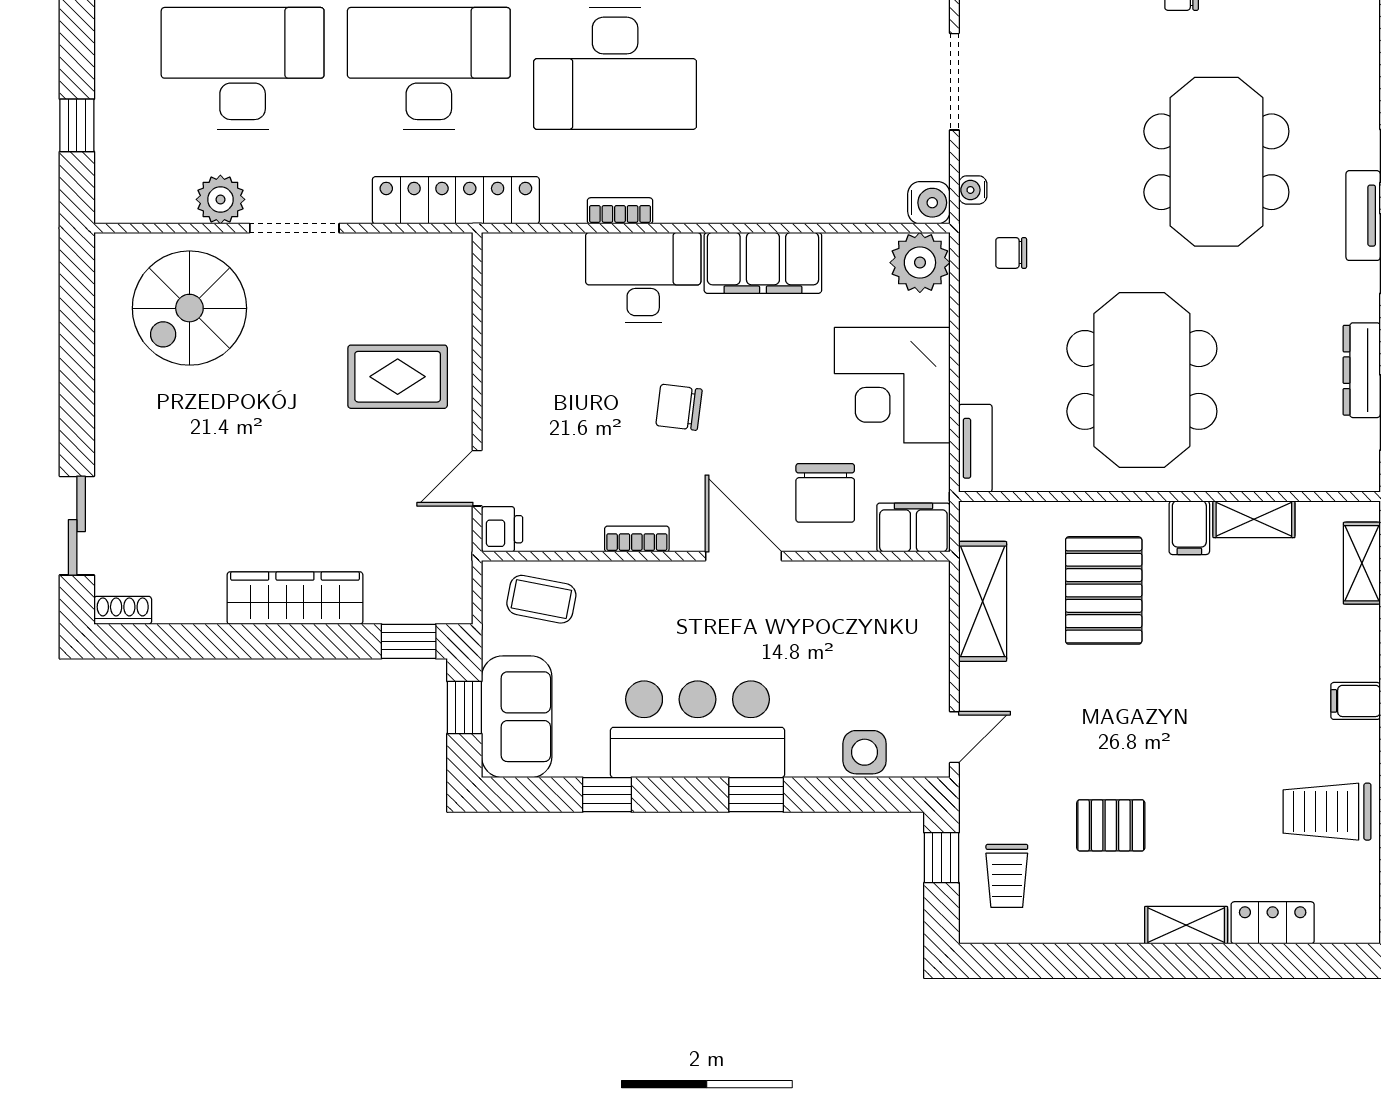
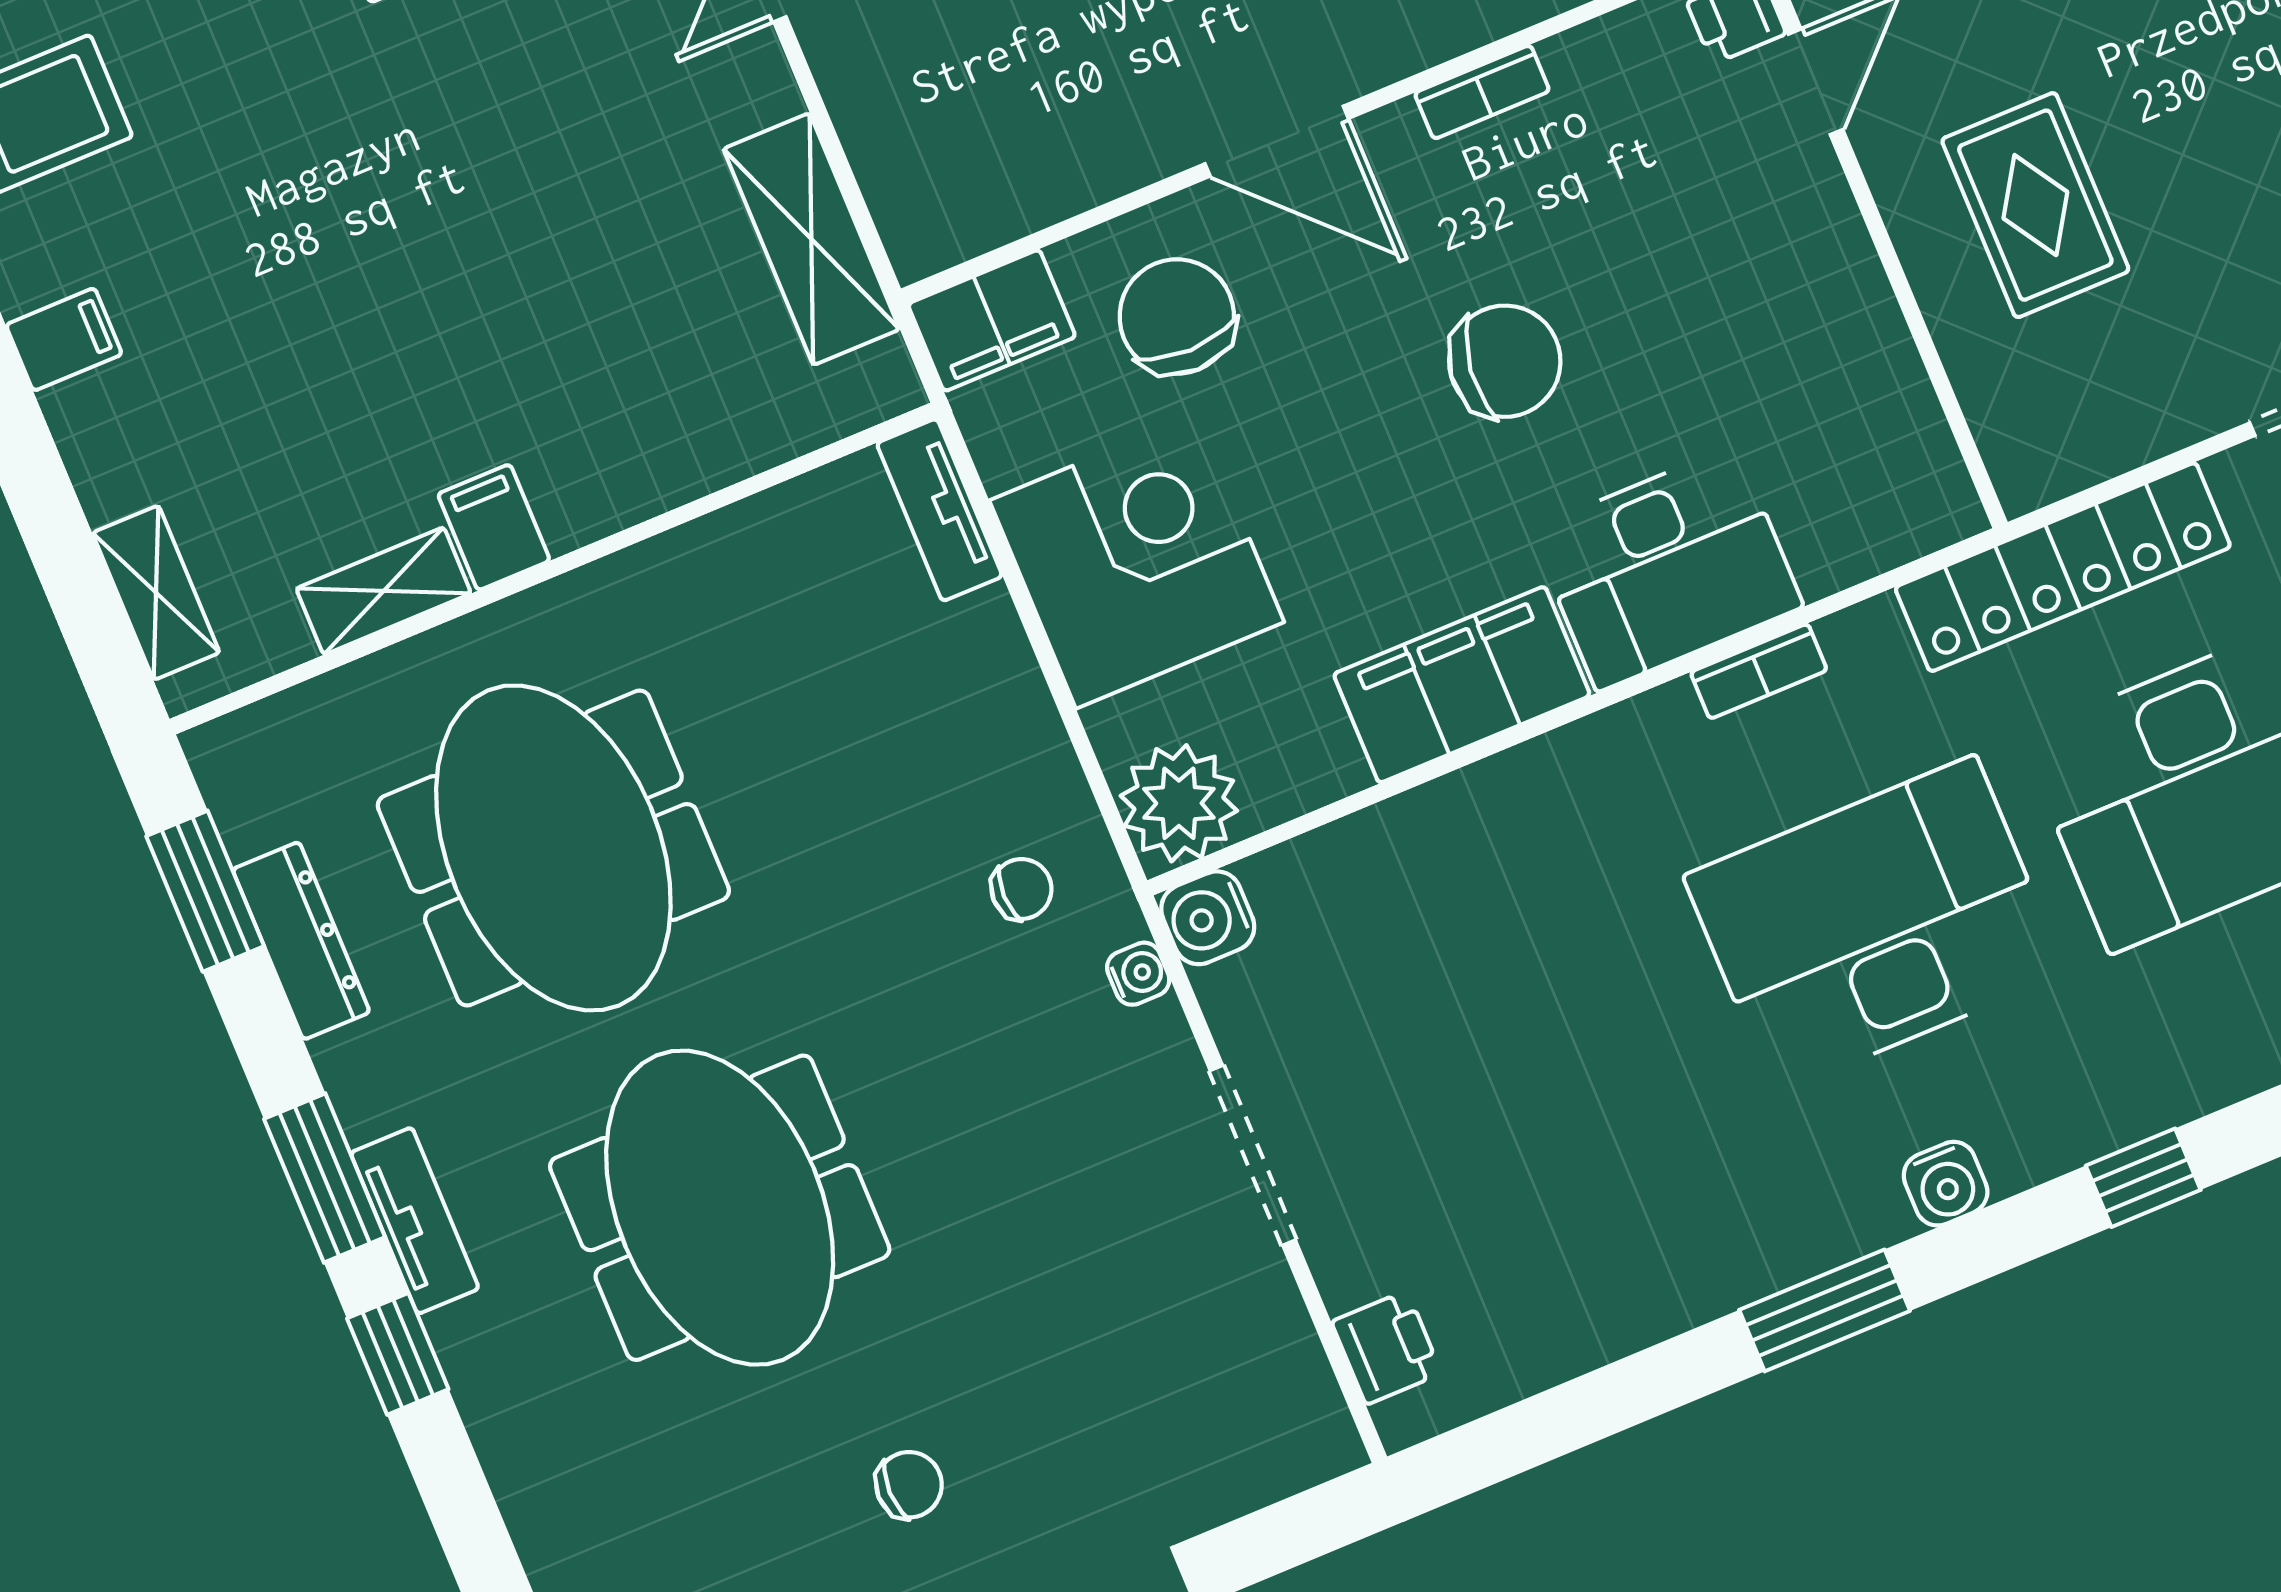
rug: (398, 377) -> (2035, 205), turned 90
meeting table: (1142, 380) -> (553, 848), moved
chair: (679, 407) -> (1505, 361), width x1.37, depth x1.37
pallet: (1104, 590) -> (601, 350), removed

